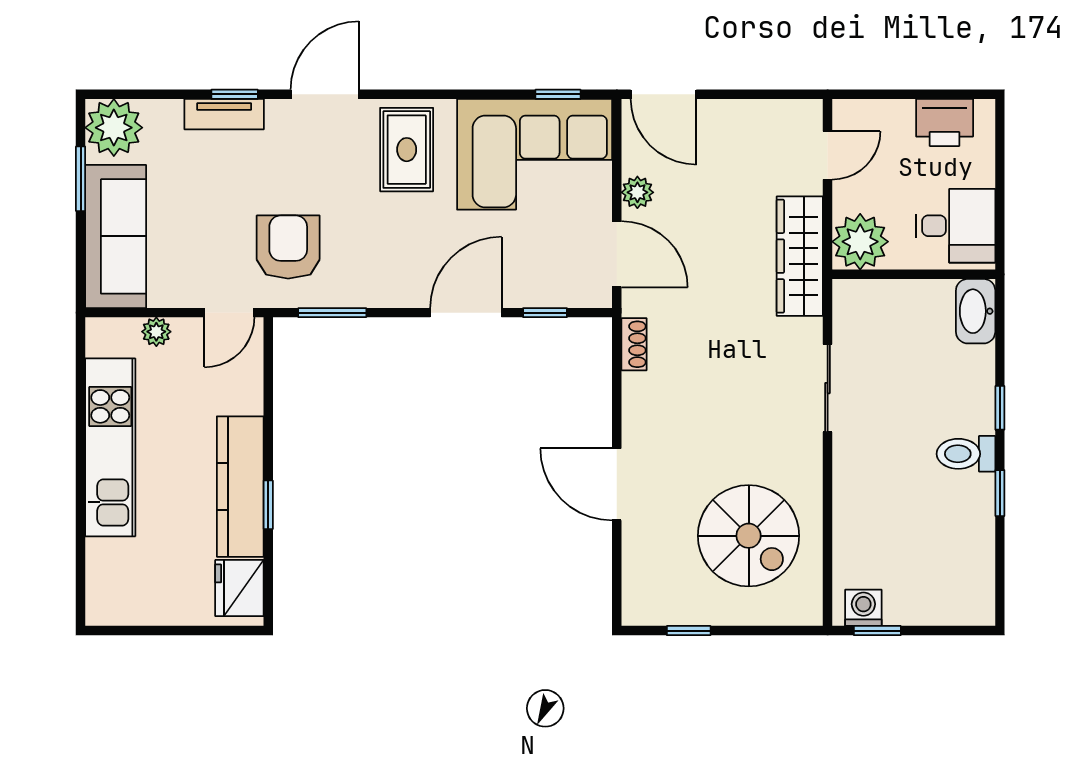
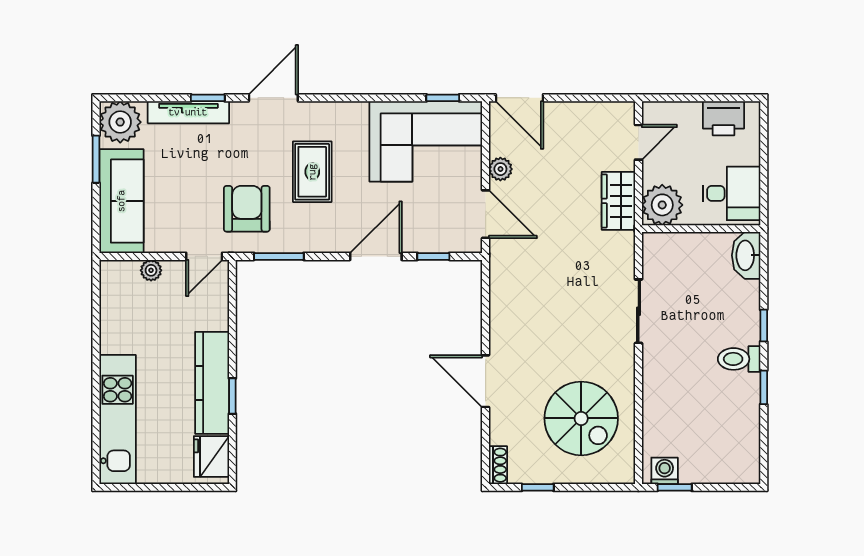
tv unit: (224, 114) -> (188, 112), width x1.41
rug: (407, 150) -> (312, 172), moved
wardrobe: (800, 256) -> (618, 201), width x0.67
shoe rack: (634, 344) -> (498, 465), moved
kitchen unit: (110, 447) -> (118, 419), moved

